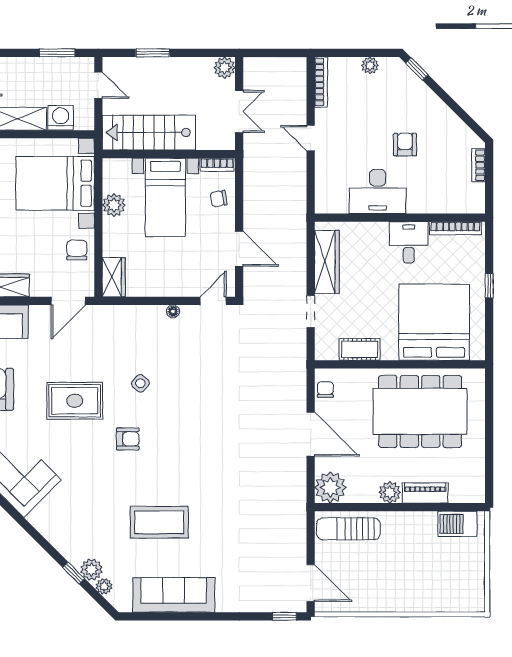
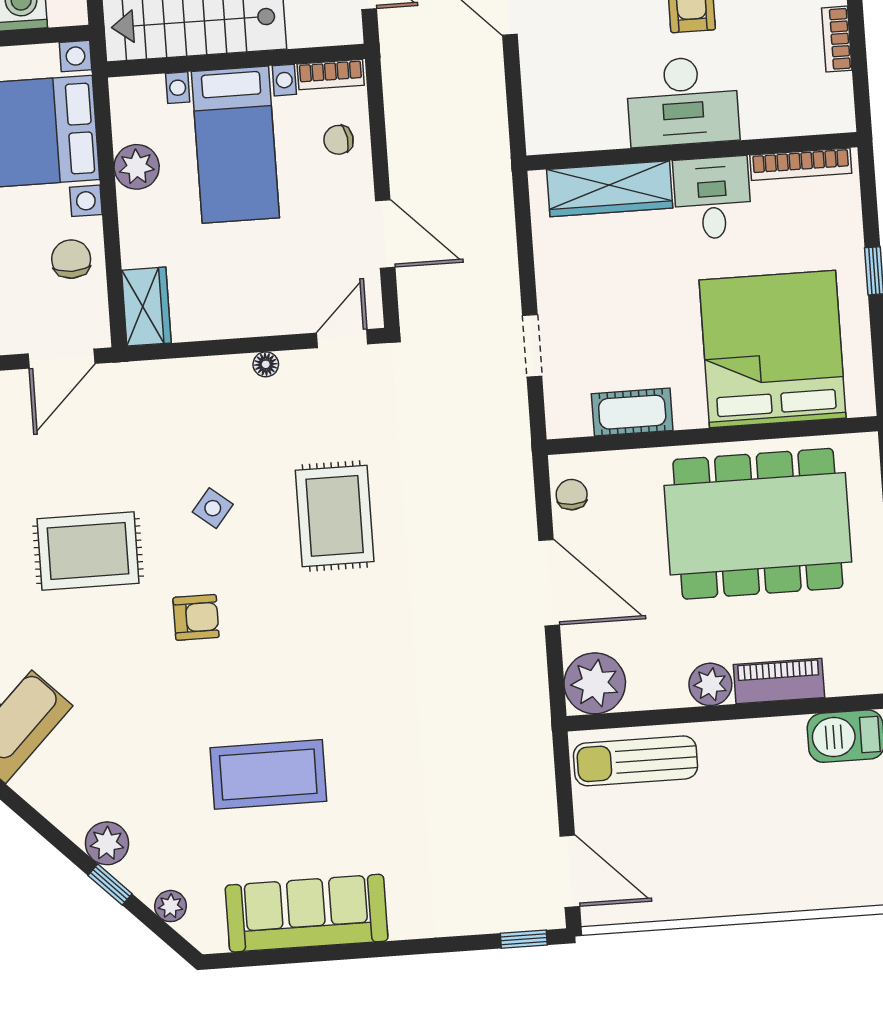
desk: (378, 191) -> (683, 101), moved
wardrobe: (327, 262) -> (610, 189), moved, turned 90
rug: (203, 392) -> (335, 516), added
plant: (91, 570) -> (107, 843), moved

